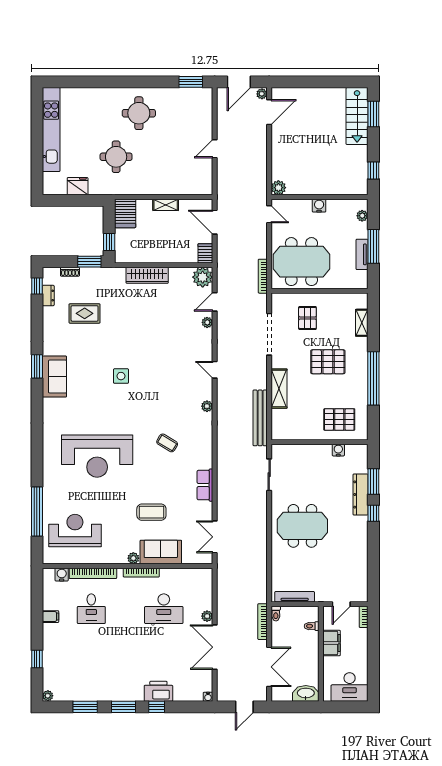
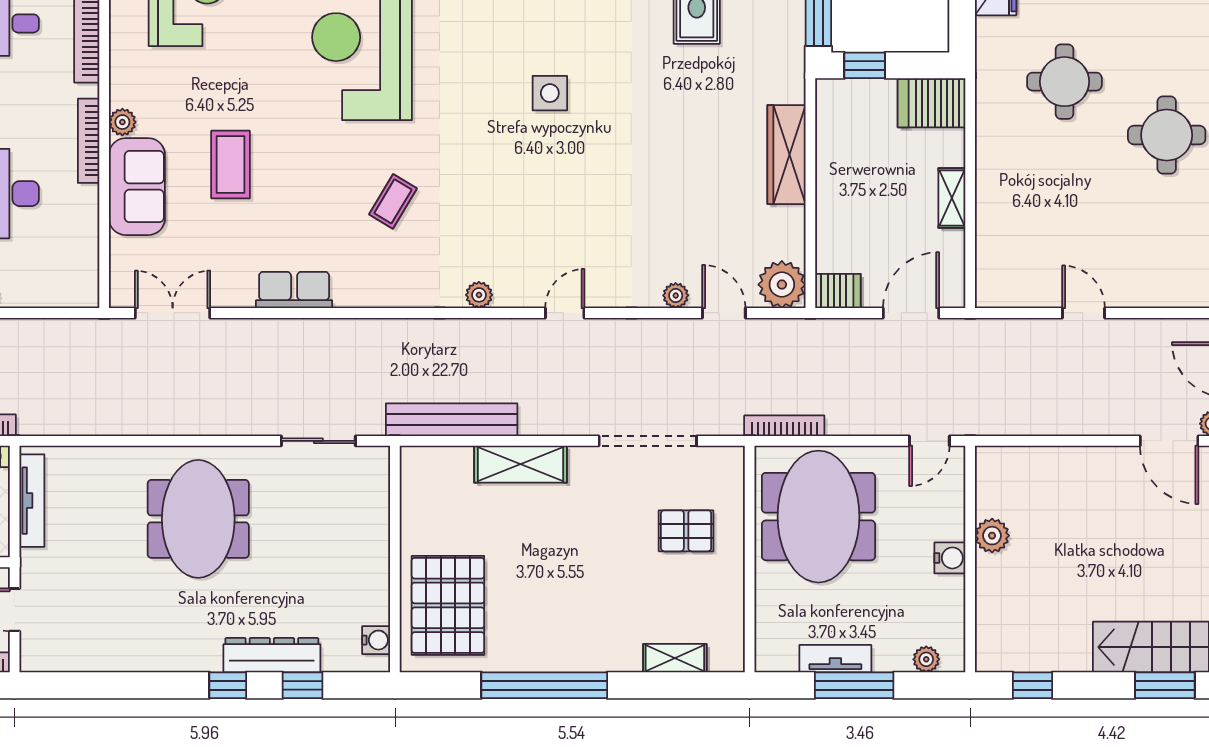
plant: (278, 188) -> (992, 536), moved
pallet: (328, 362) -> (583, 579), removed
pallet: (339, 419) -> (448, 605), width x1.37, depth x1.41
water cooler: (338, 450) -> (376, 640), moved
window: (373, 481) -> (302, 685), width x0.67

